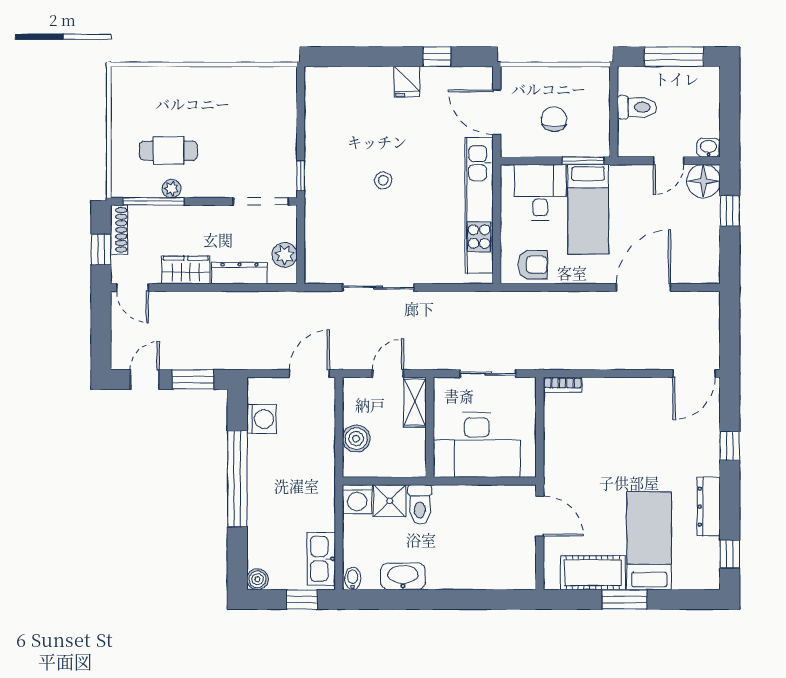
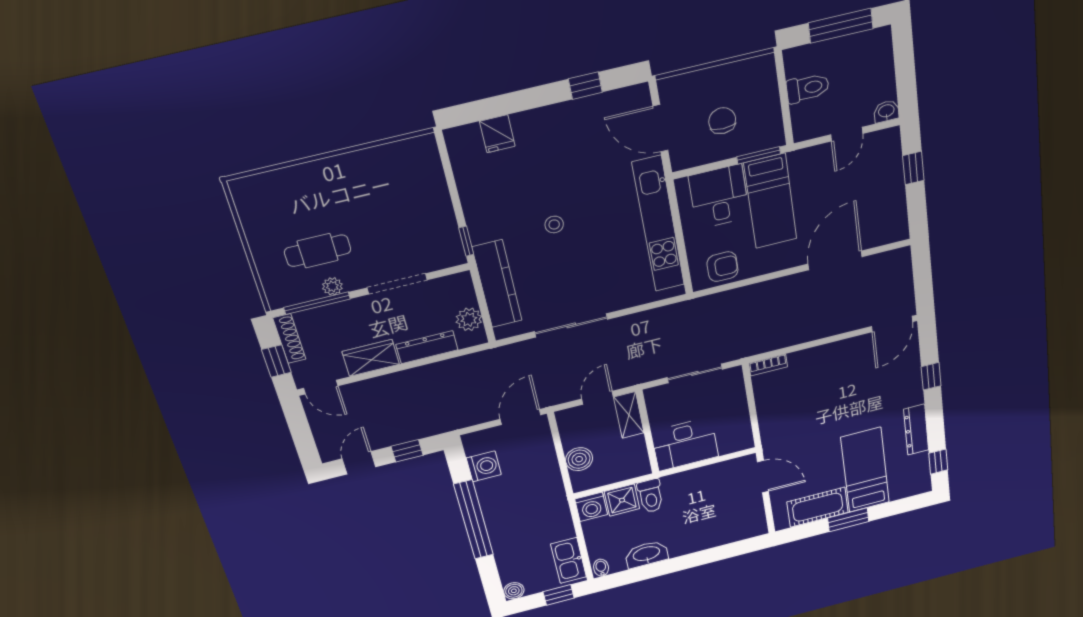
fridge: (407, 82) -> (497, 134), moved
floor lamp: (703, 181) -> (884, 146), removed
doorway: (261, 201) -> (397, 284), moved
kitchen counter: (319, 226) -> (497, 284), added
window: (193, 379) -> (407, 451), width x0.67
desk: (477, 445) -> (685, 444), width x0.73, depth x0.77

